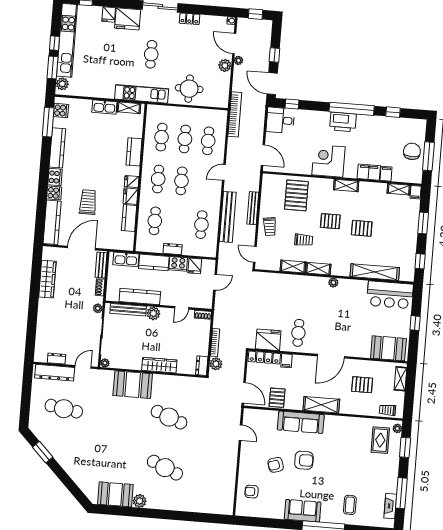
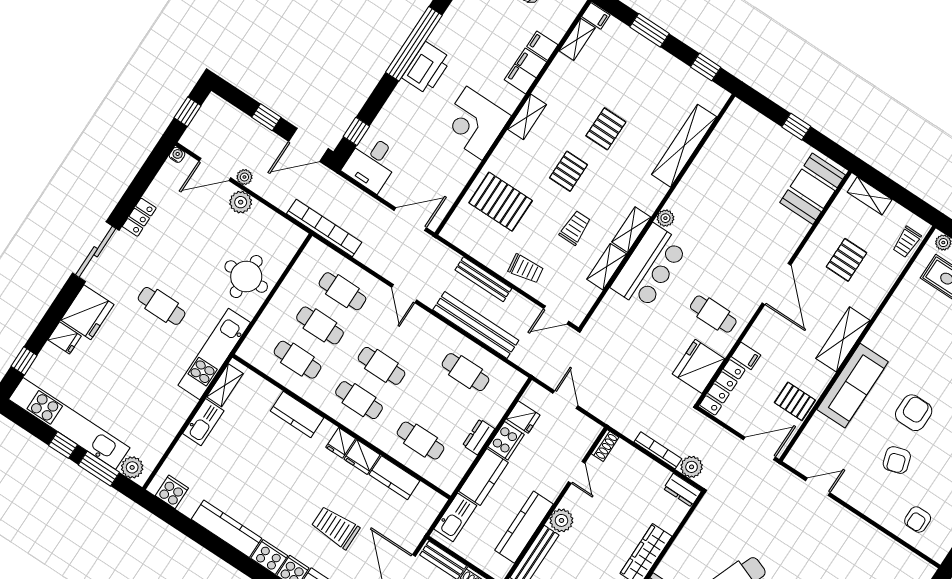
window: (48, 122) -> (179, 521), removed
bar counter: (390, 295) -> (649, 267), moved

